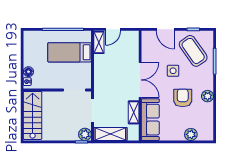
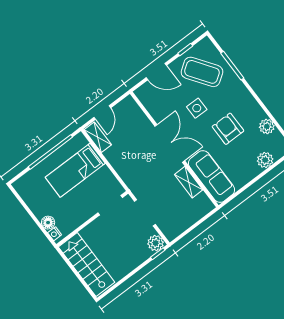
plant: (208, 96) -> (267, 126), moved
shelving: (110, 134) -> (182, 223), removed

